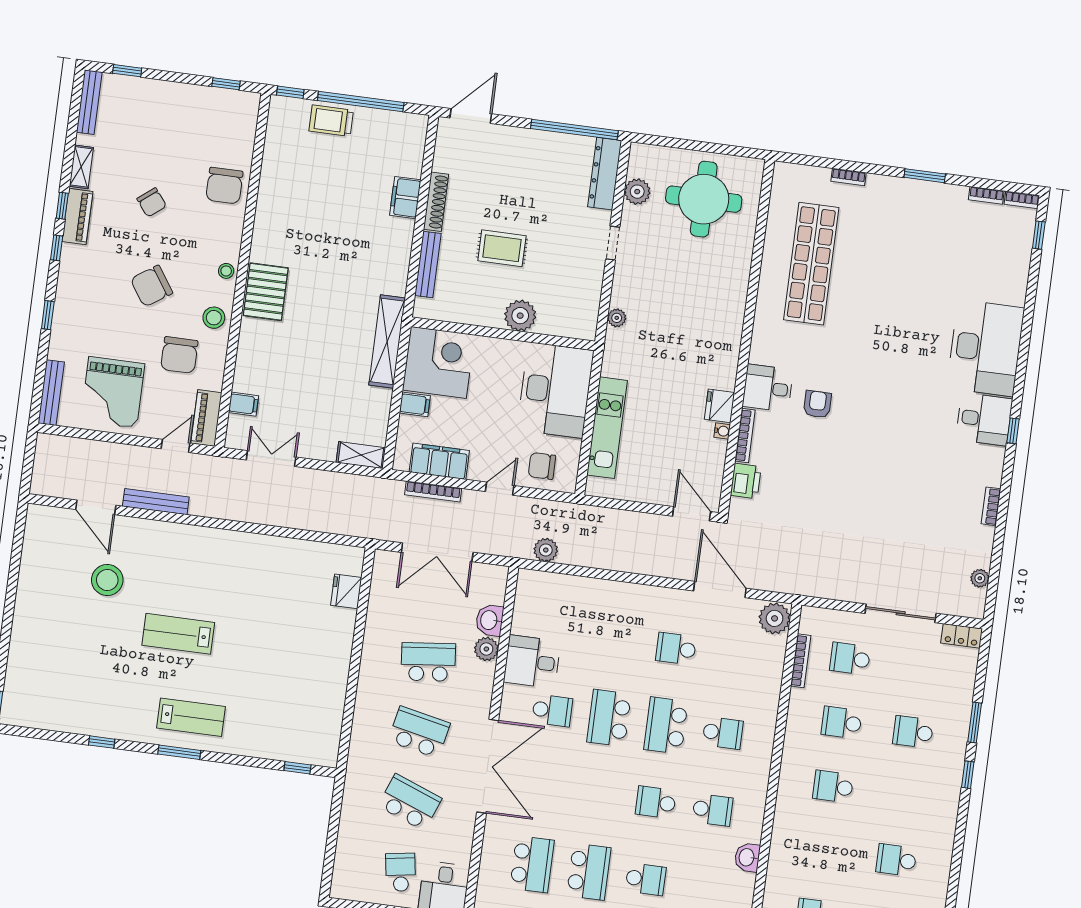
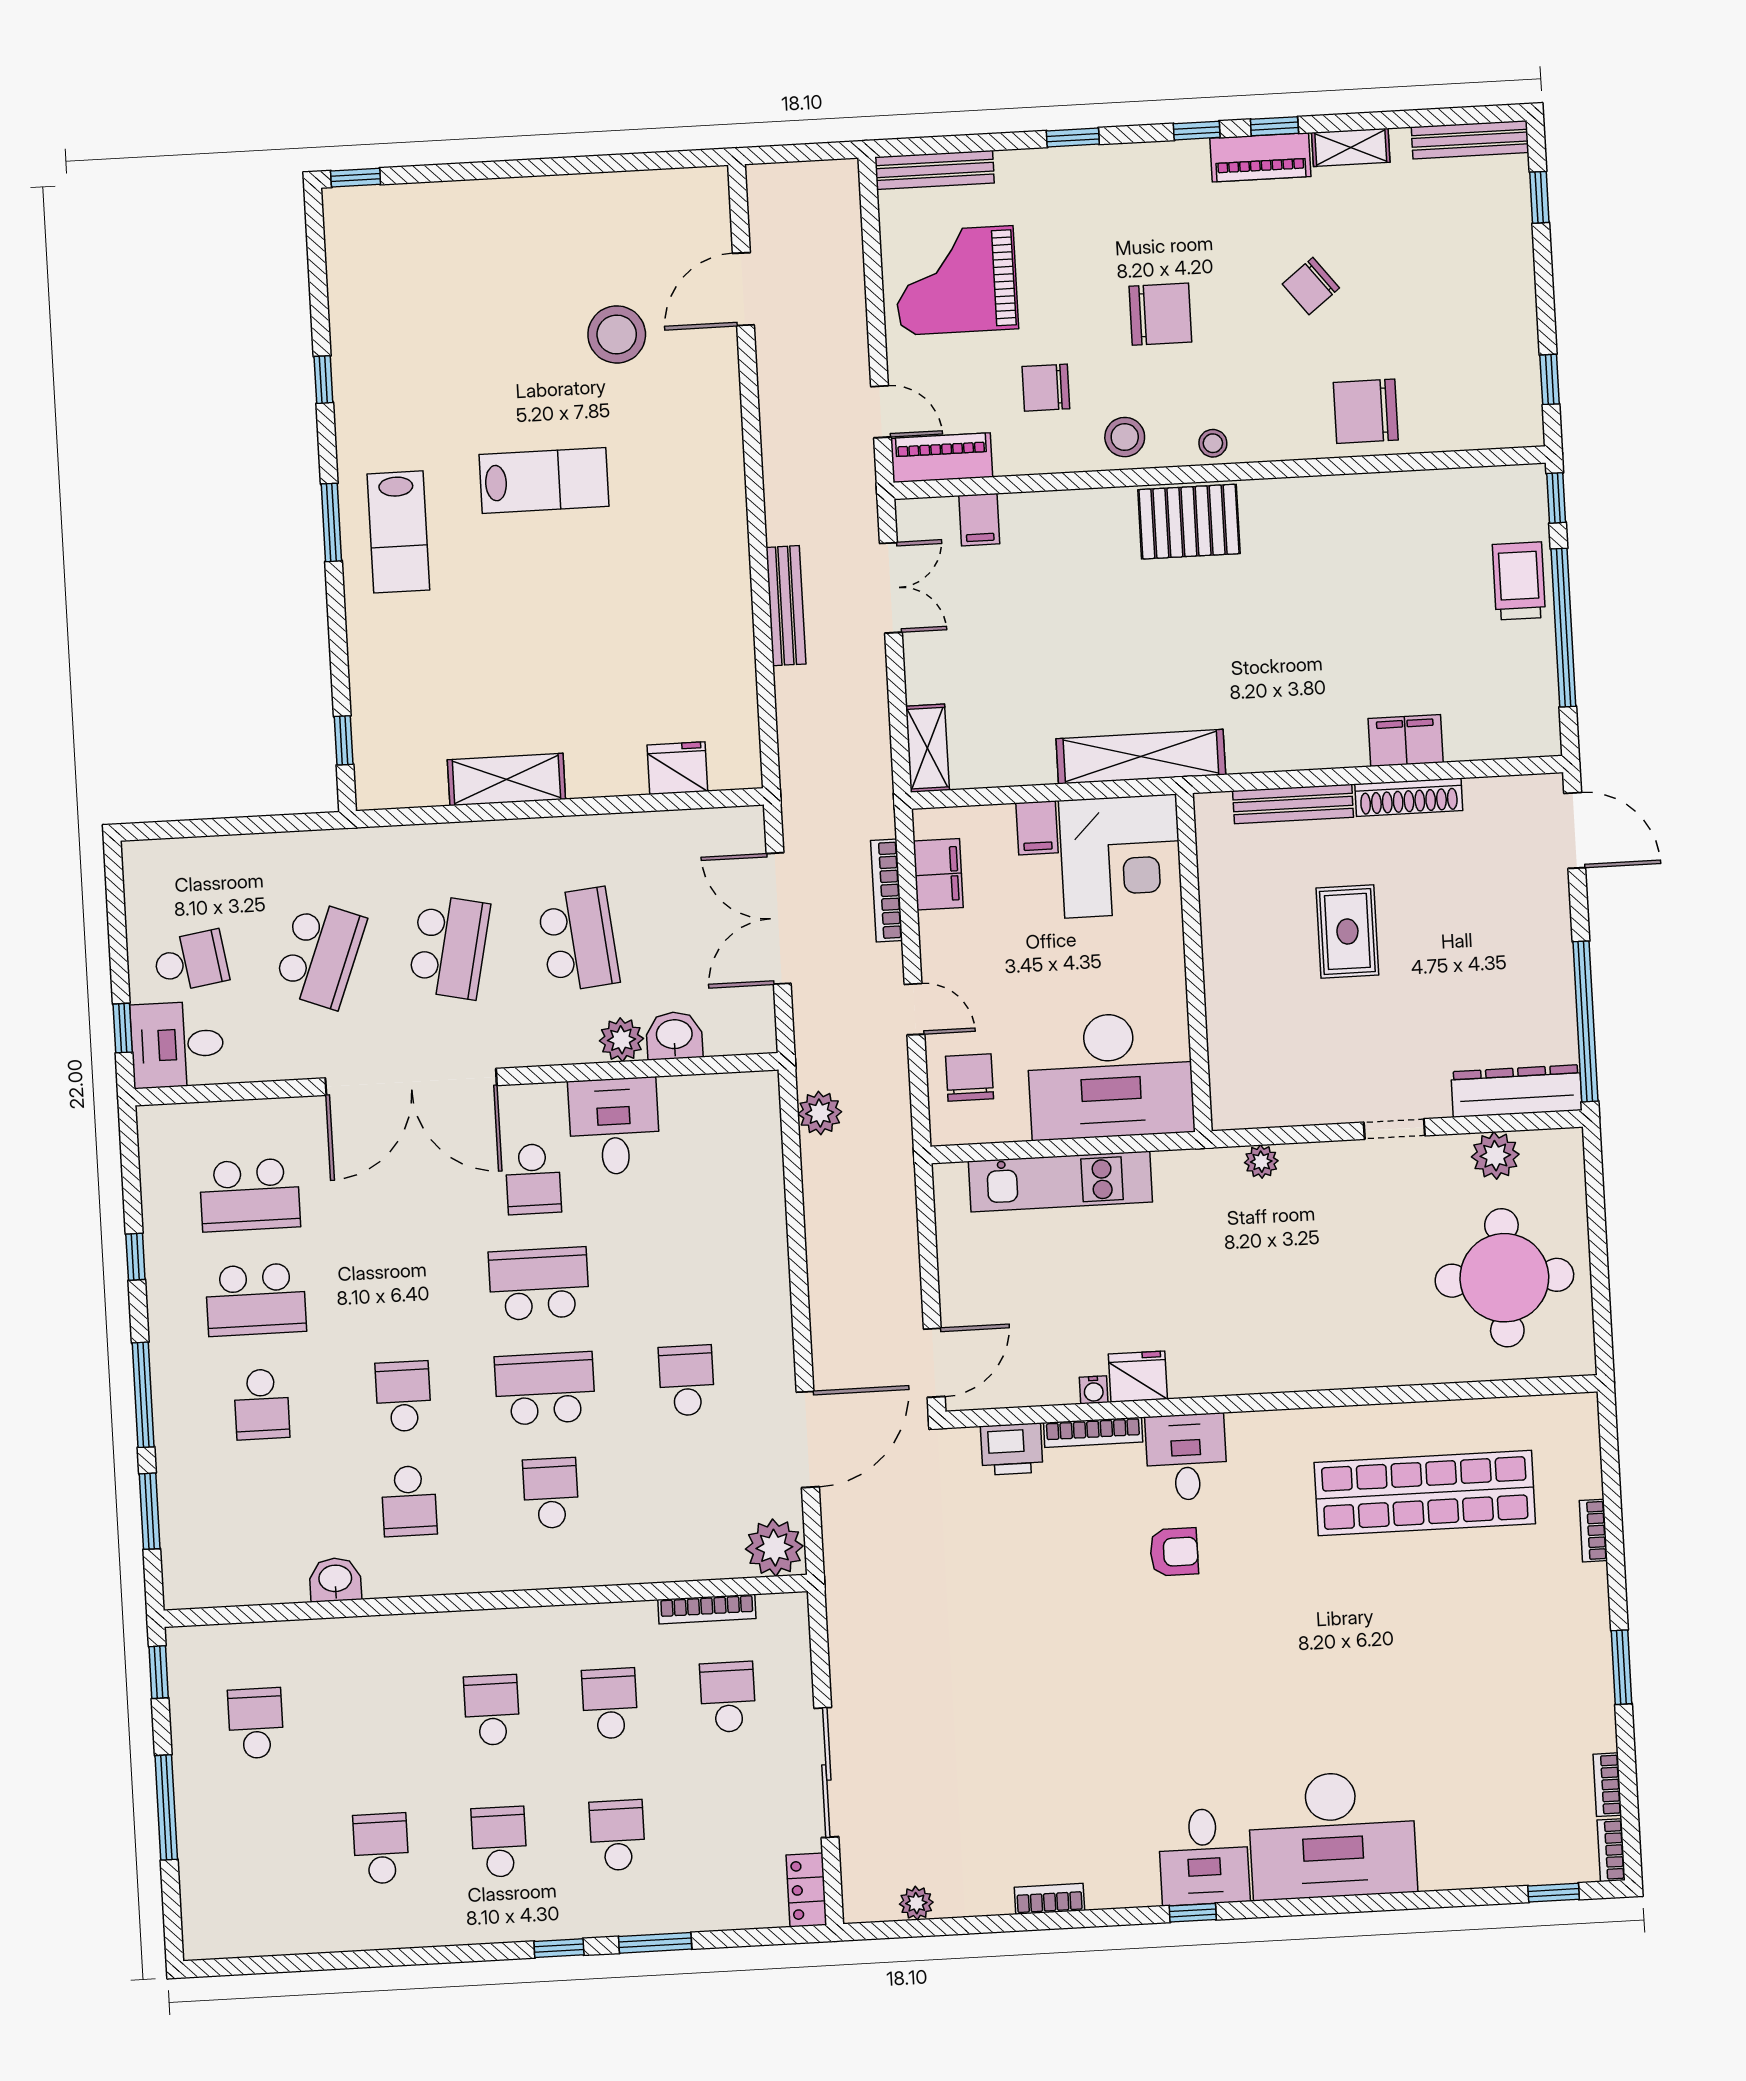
chair: (151, 286) -> (1160, 314), turned 124
plant: (520, 316) -> (1232, 987), removed
chair: (179, 355) -> (1046, 388), width x0.73, depth x0.73
filing cabinet: (439, 461) -> (938, 874), width x0.67, depth x0.86
bench: (156, 502) -> (786, 606), moved
lab bench: (178, 634) -> (544, 480), turned 90
shelving: (335, 684) -> (506, 780), added
school desk: (723, 733) -> (551, 1493), turned 180
school desk: (905, 796) -> (499, 1842), added

